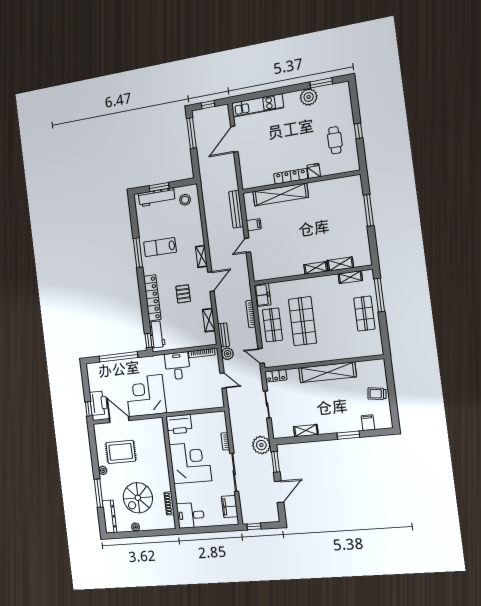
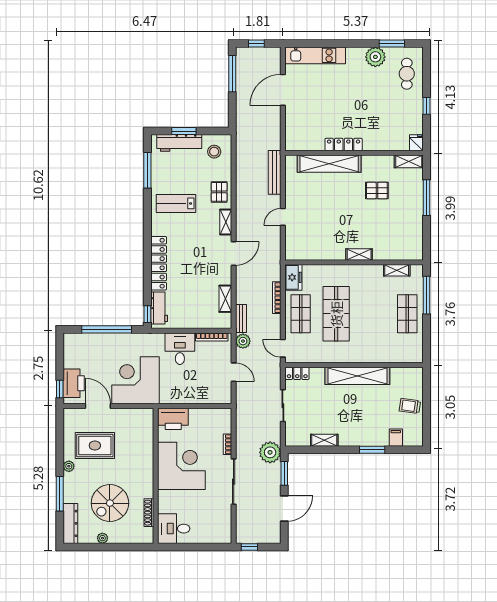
cafe table: (335, 140) -> (407, 74), moved
fridge: (314, 171) -> (416, 143), moved
pallet: (324, 211) -> (377, 191), added
filing cabinet: (254, 225) -> (293, 194), removed
window: (138, 253) -> (147, 170), moved
shelving: (340, 264) -> (409, 161), moved
pallet: (183, 294) -> (219, 192), moved
filing cabinet: (230, 507) -> (223, 522), removed

